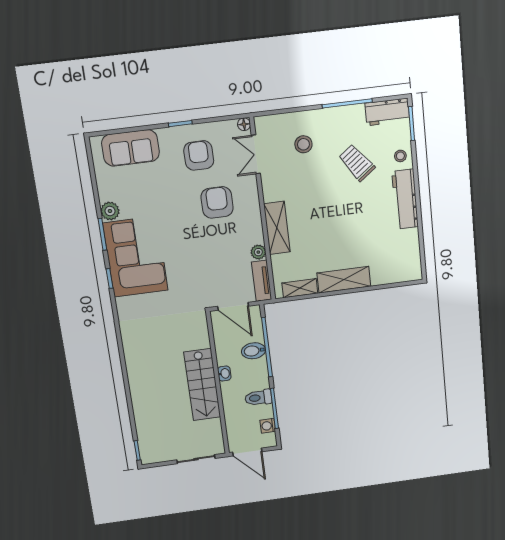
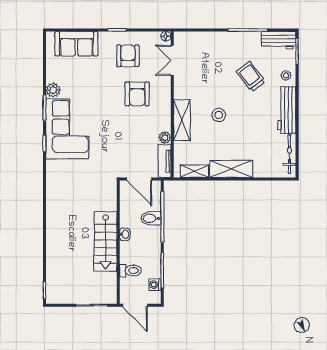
stool: (303, 144) -> (219, 115), moved
armchair: (217, 202) -> (137, 94), turned 180
bicycle: (413, 253) -> (289, 154), added
toilet: (258, 398) -> (130, 271), moved, turned 180

